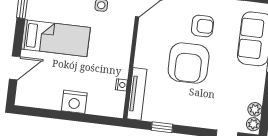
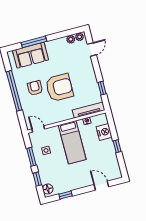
bed: (56, 38) -> (72, 142), moved, turned 180
nightstand: (74, 102) -> (104, 132), moved
window: (65, 116) -> (117, 146), added

